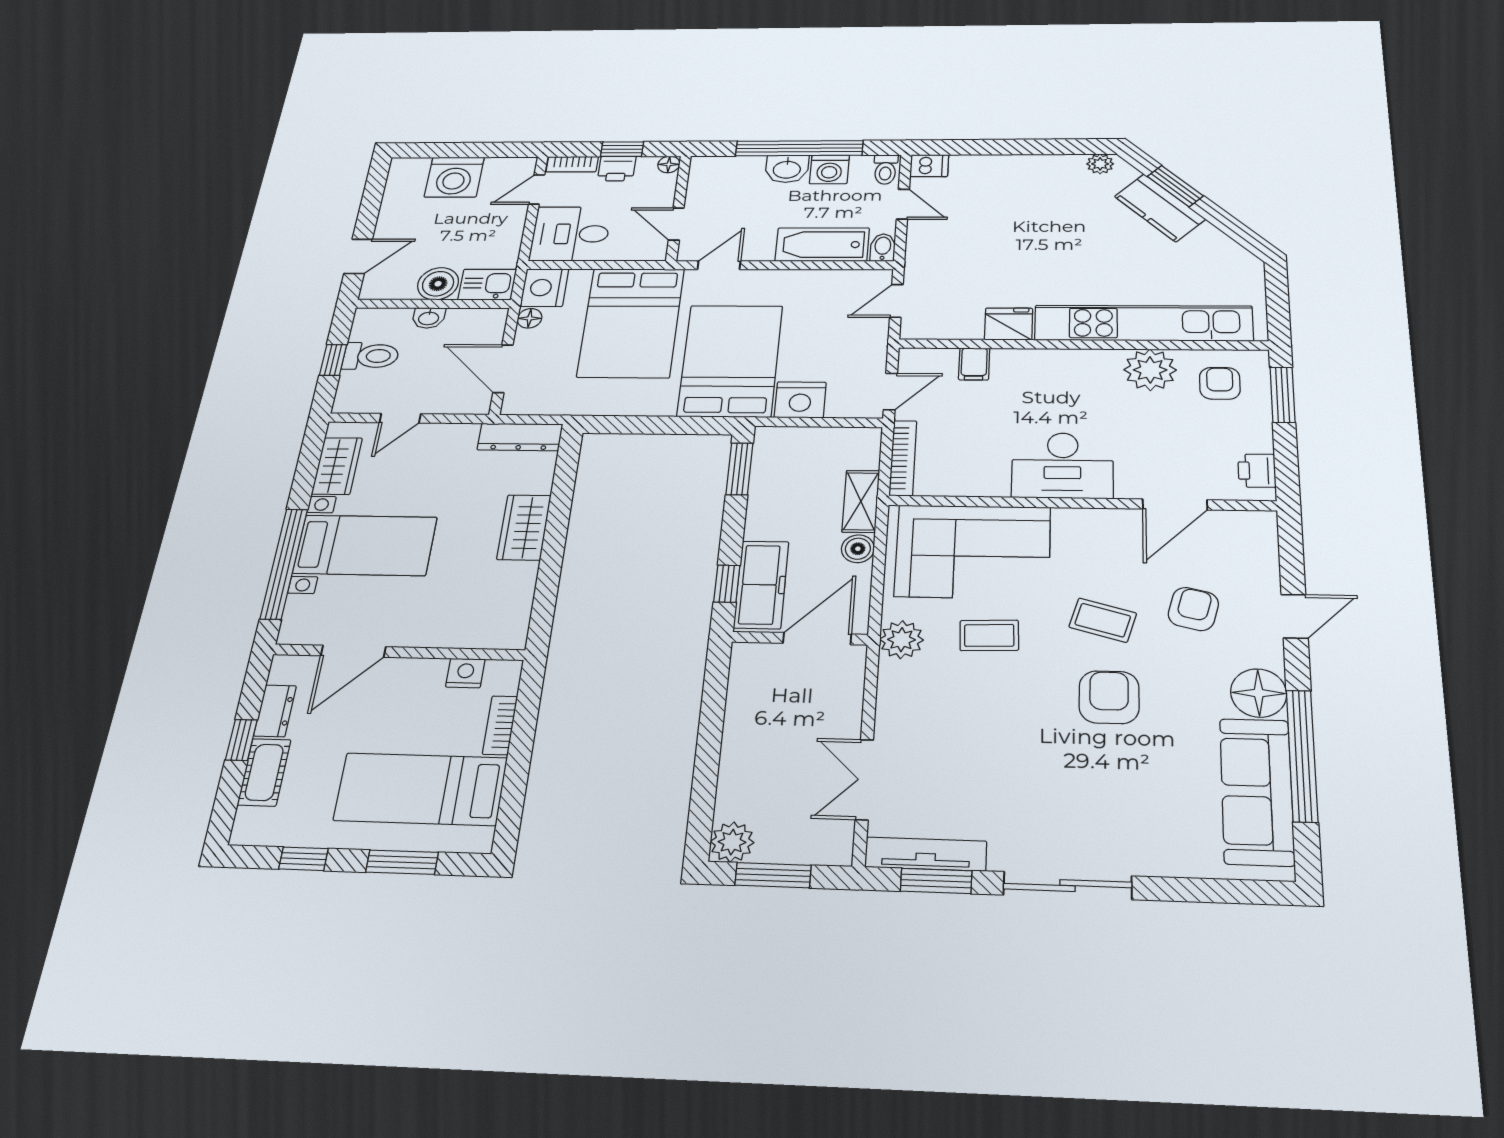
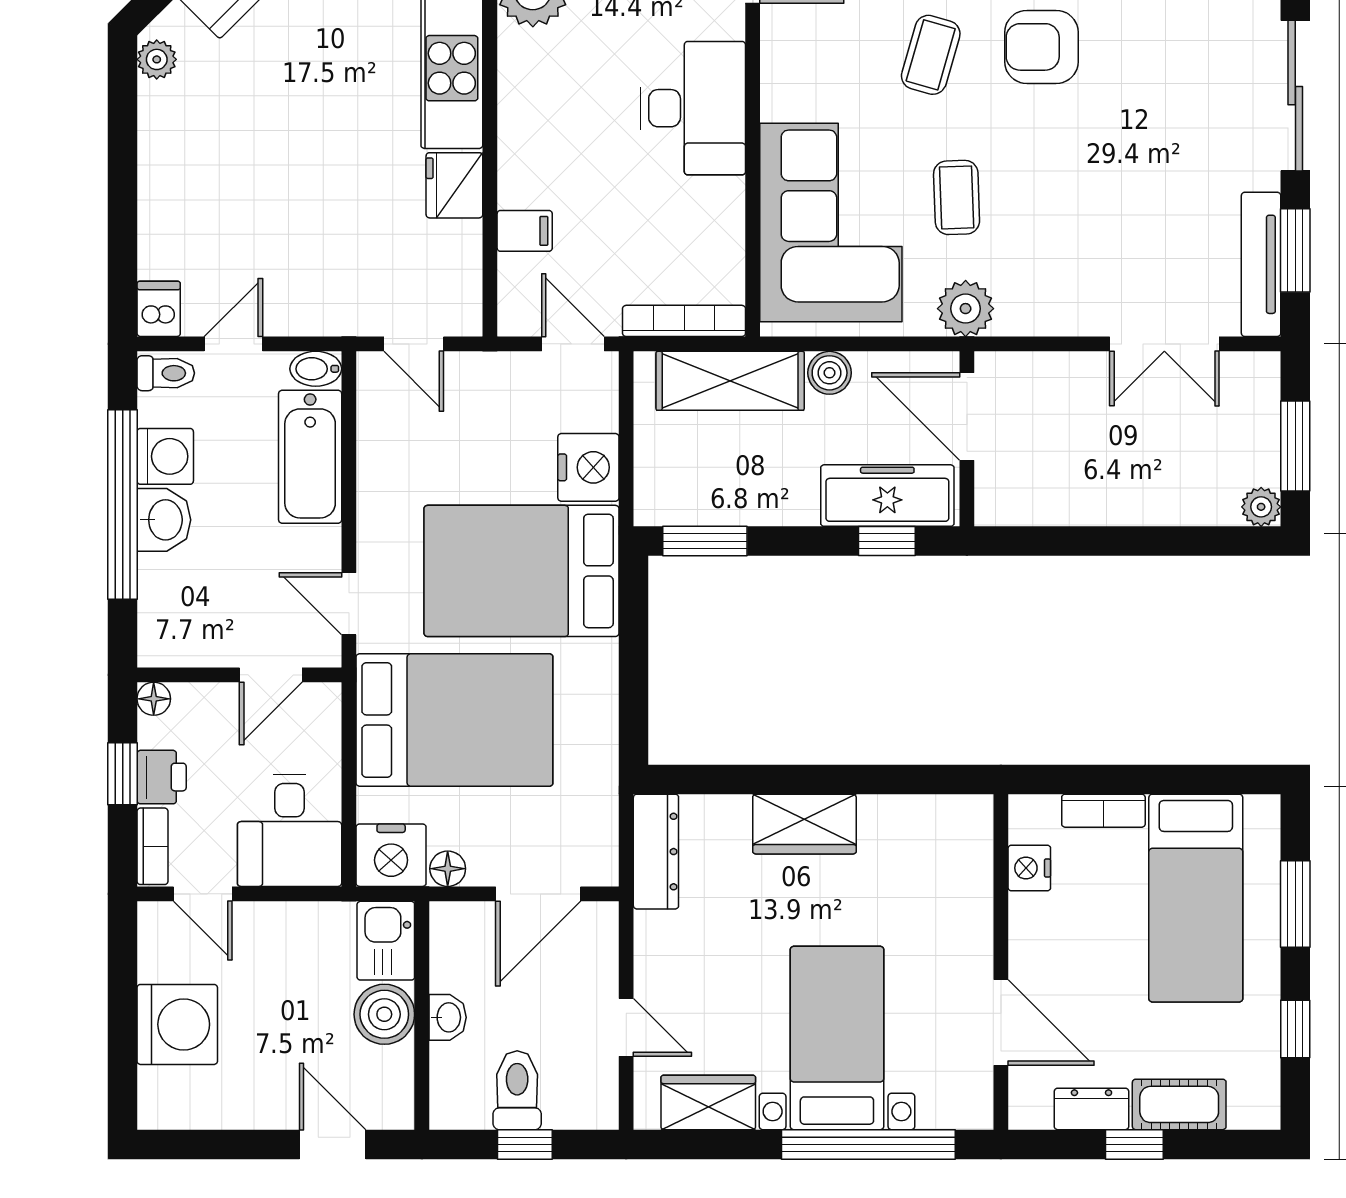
shelving: (861, 501) -> (730, 381), width x1.50, depth x1.33
plant: (732, 842) -> (1261, 507), width x0.73, depth x0.73

